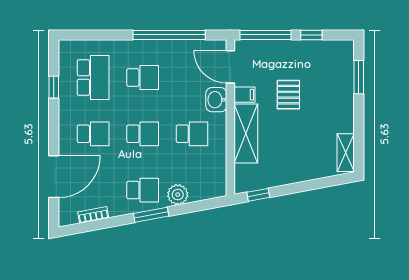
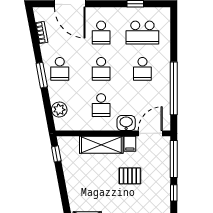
plant: (178, 195) -> (59, 110), moved

